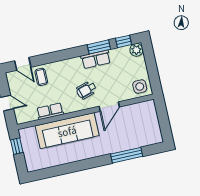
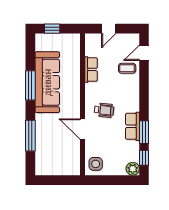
wheelchair: (86, 90) -> (104, 110), turned 113
sofa: (67, 131) -> (47, 82), moved, turned 180
window: (17, 146) -> (52, 29), moved
window: (78, 166) -> (30, 85), added

